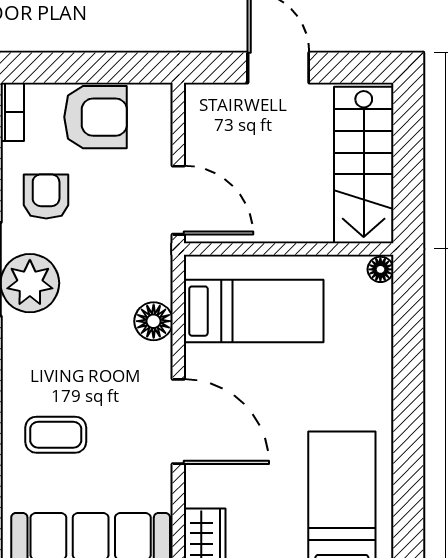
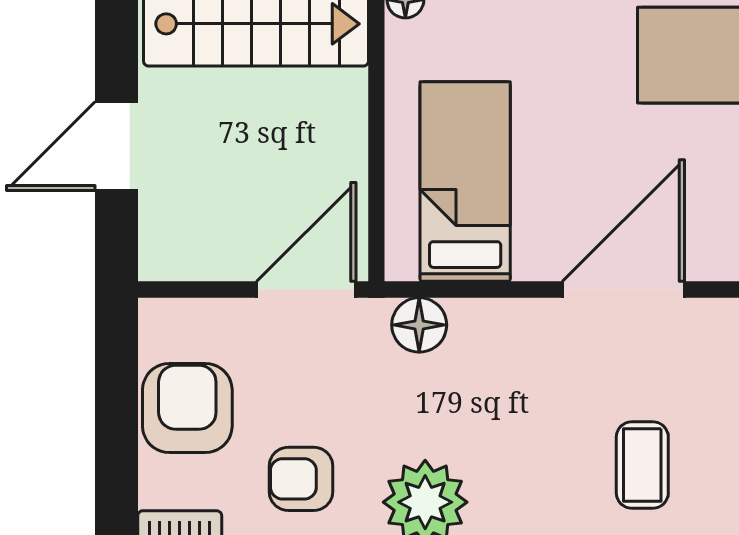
floor lamp: (154, 321) -> (419, 325), moved

